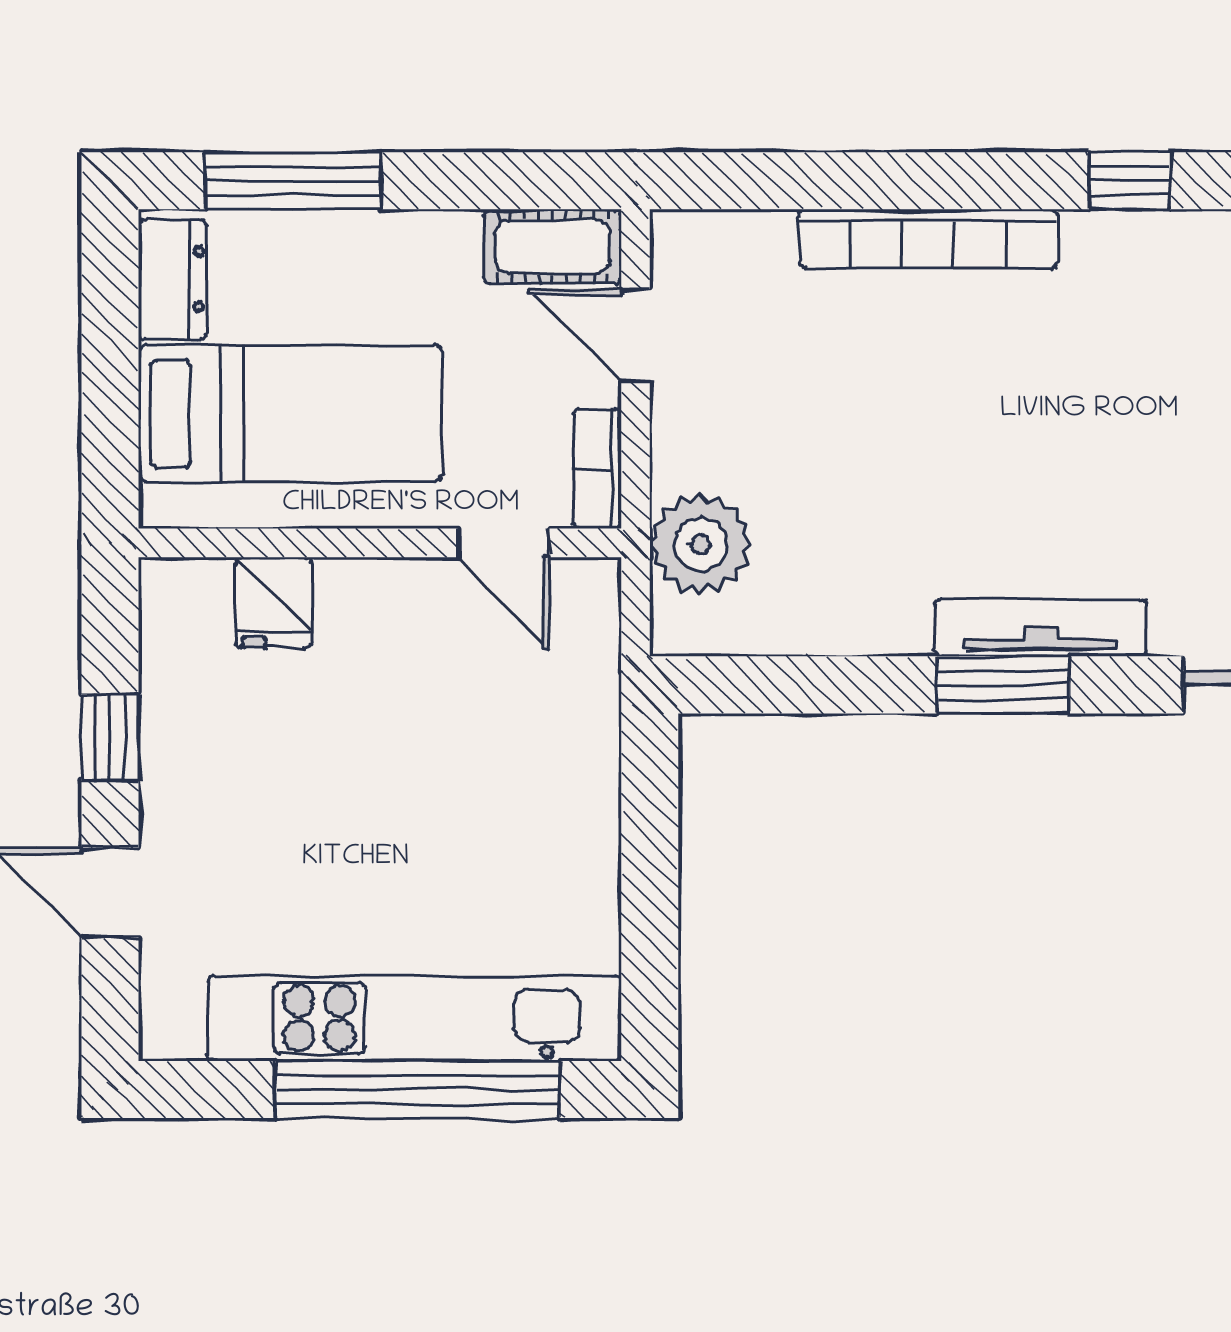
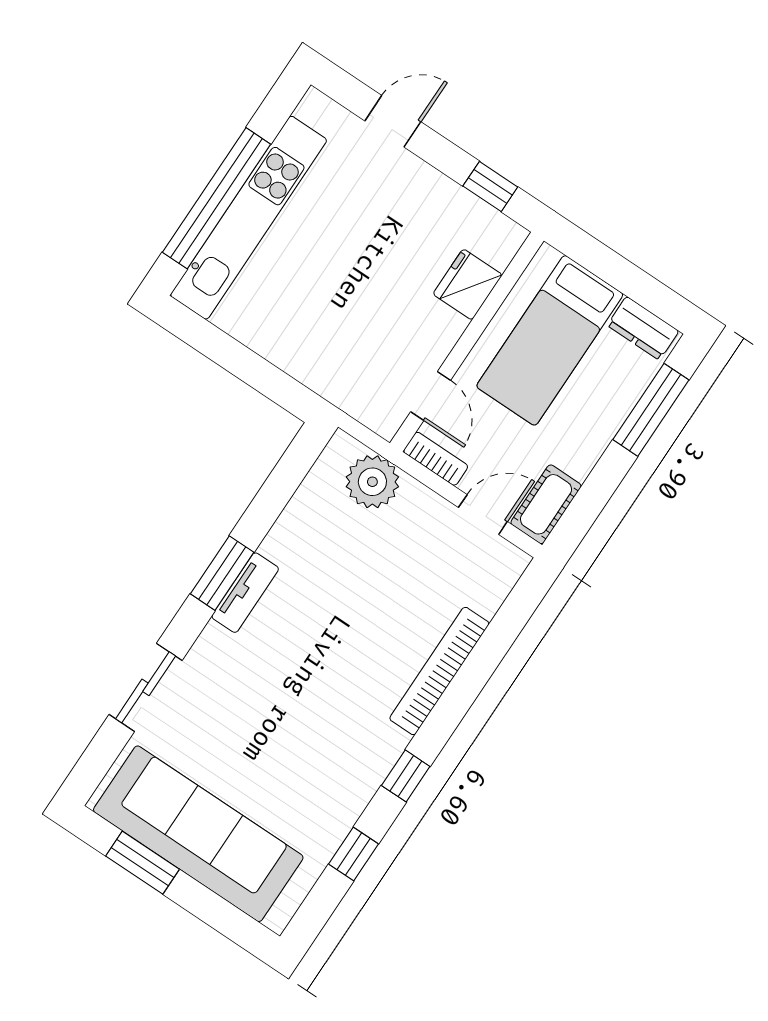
door: (504, 543) -> (431, 396), swing flipped
fridge: (274, 602) -> (468, 284), width x1.38
tv unit: (1041, 628) -> (245, 593), width x0.71
window: (110, 737) -> (490, 187), moved

